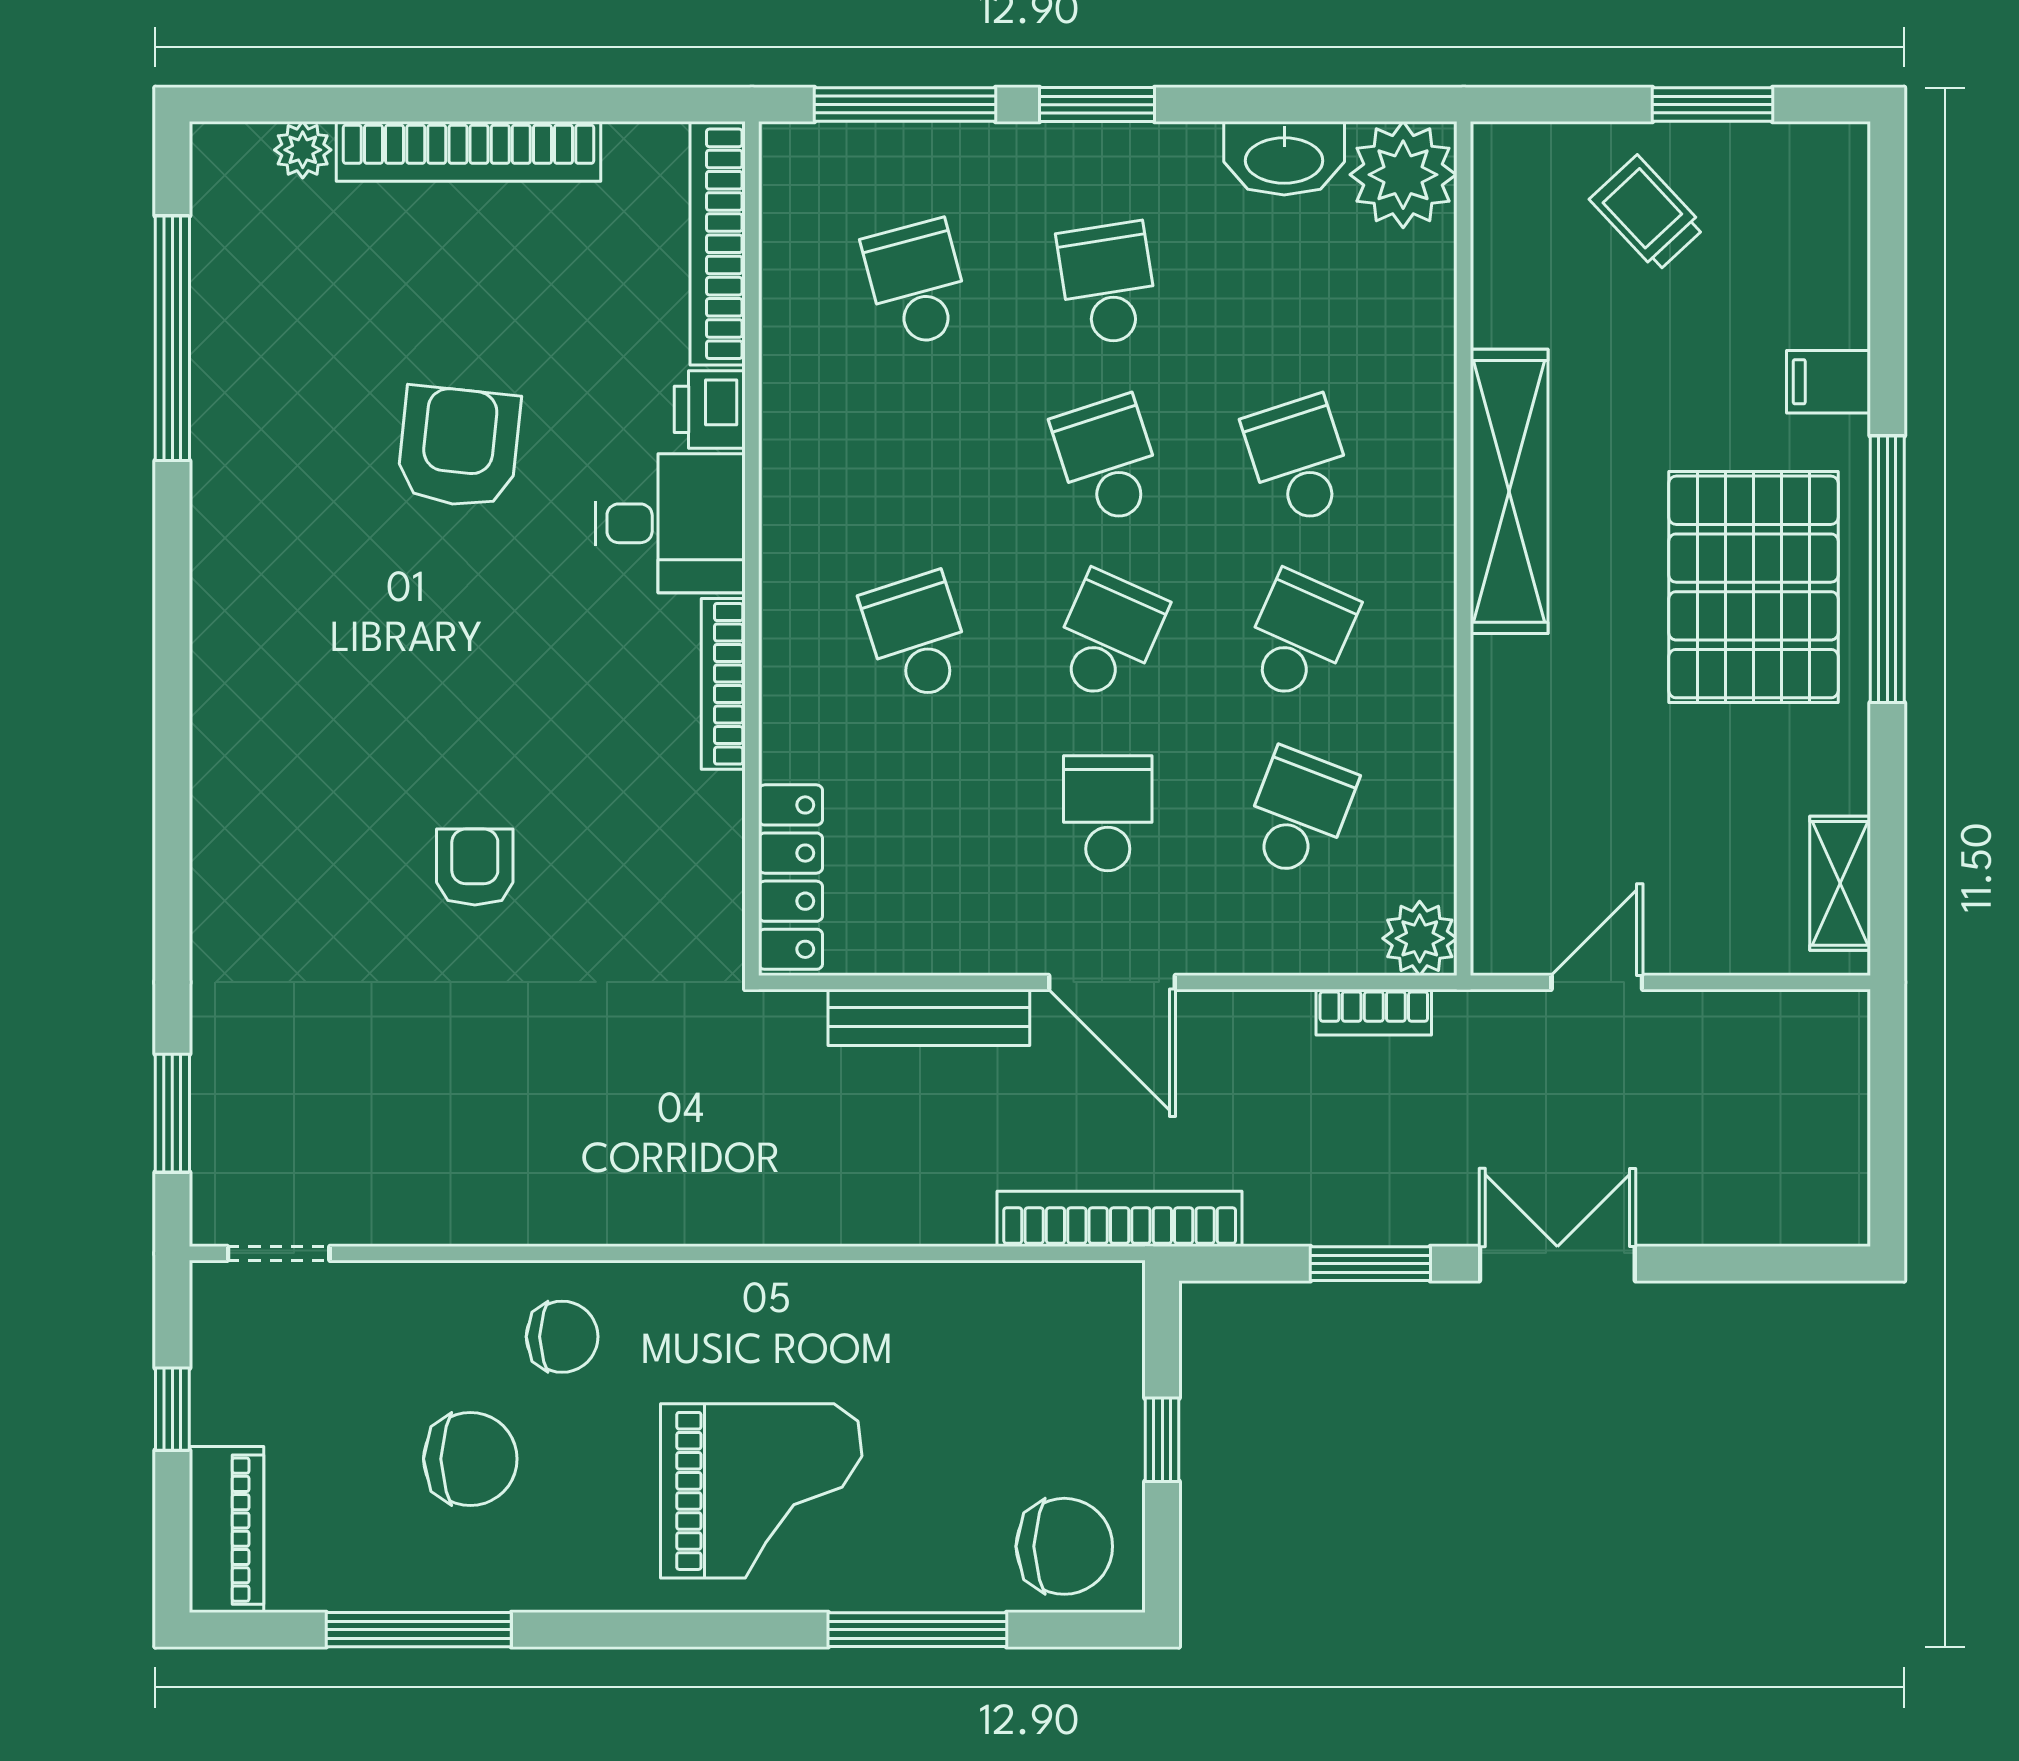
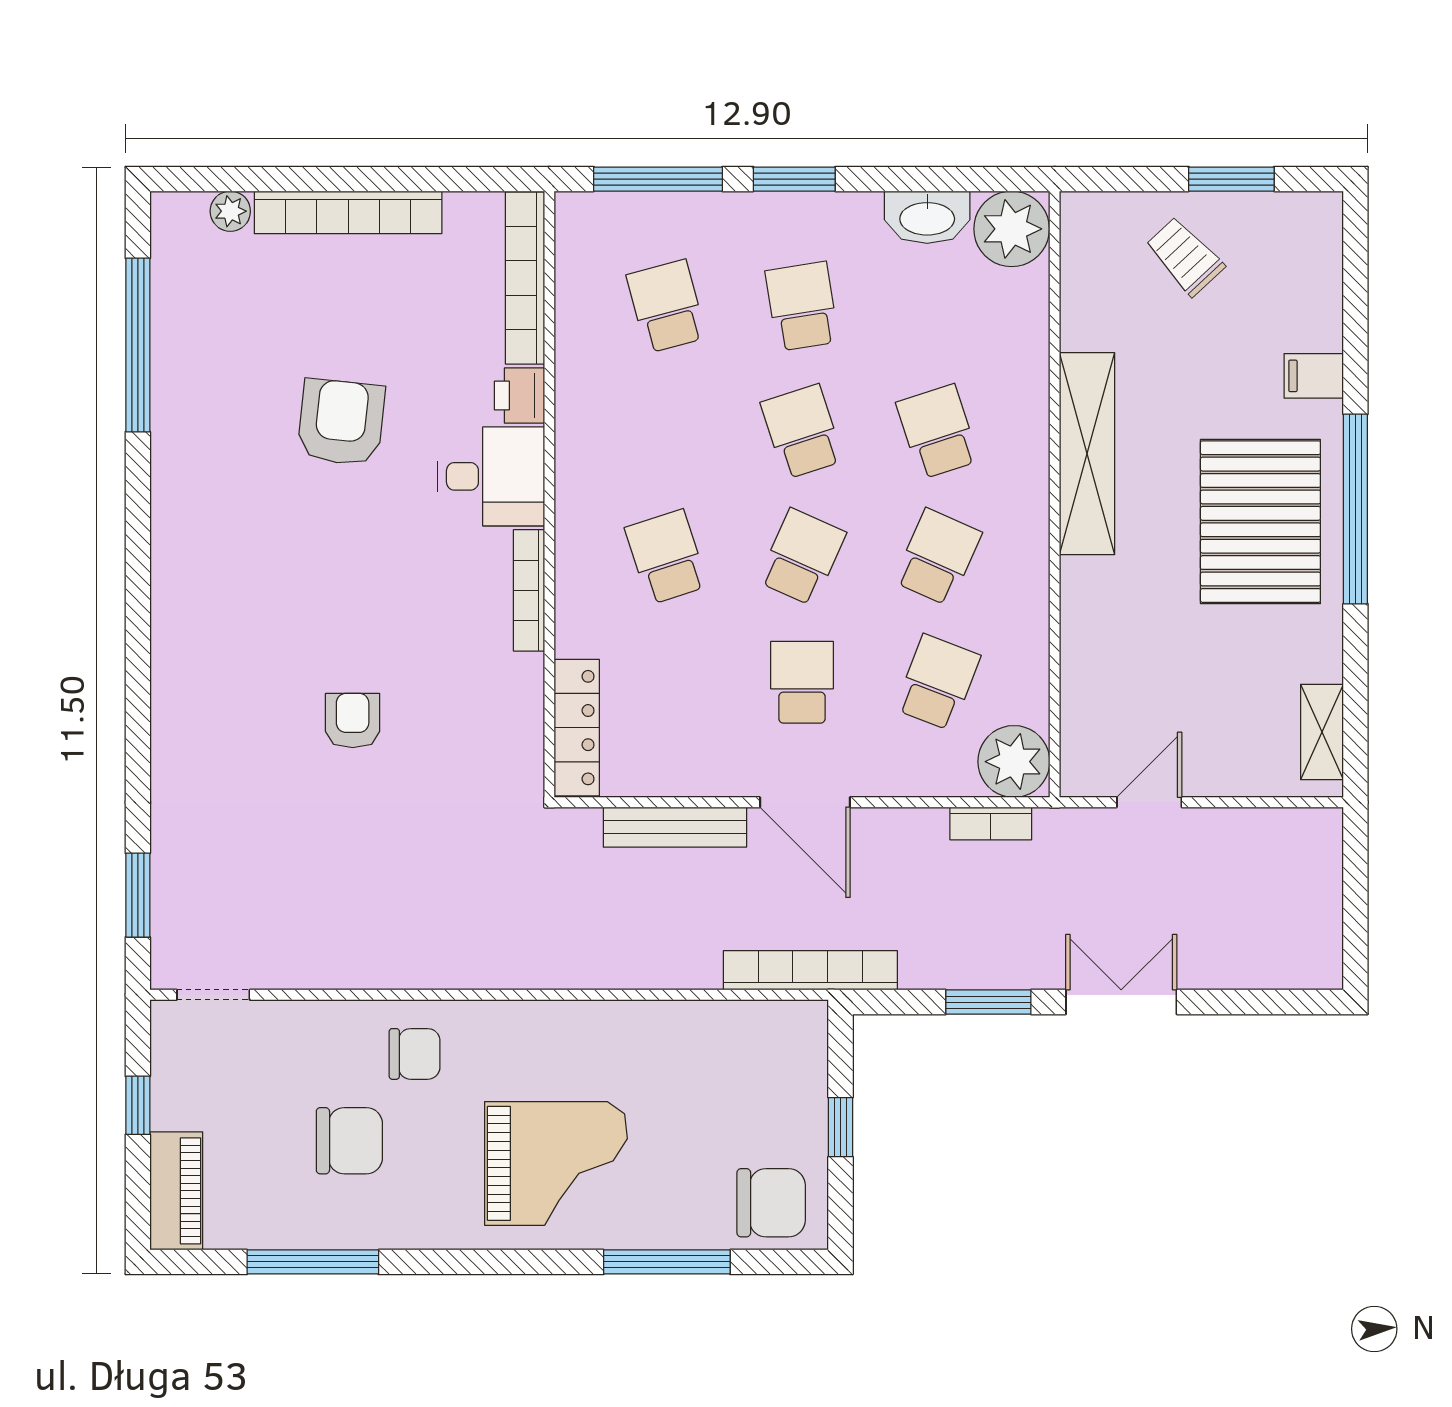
plant: (1420, 938) -> (1014, 762), width x1.36, depth x1.36

